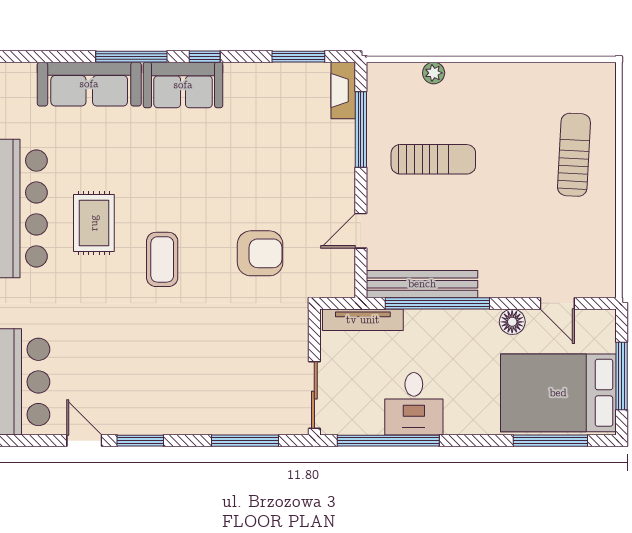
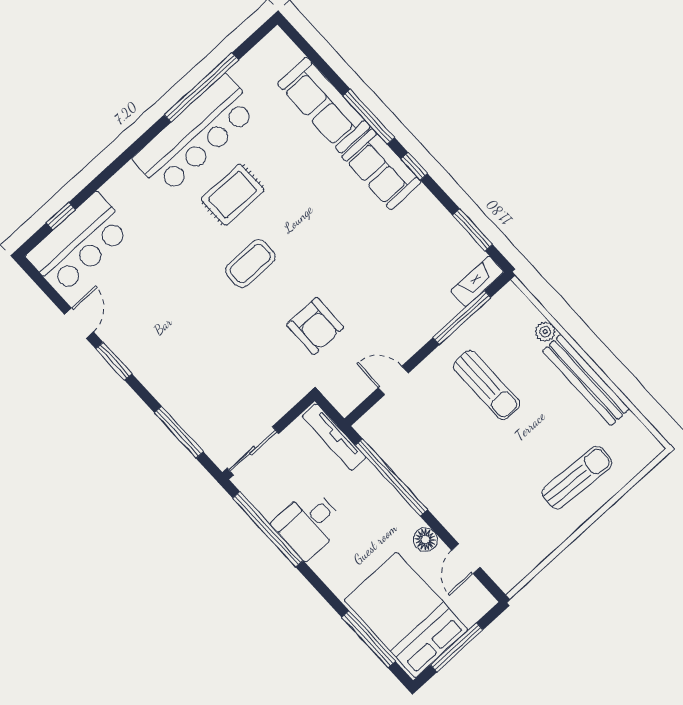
bench: (422, 284) -> (586, 380), moved

